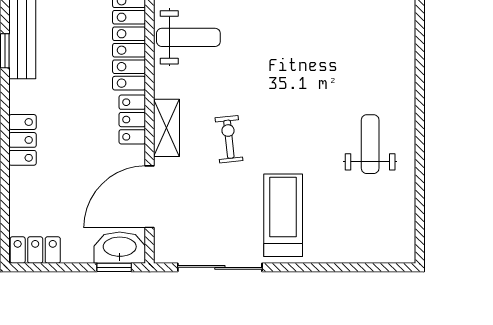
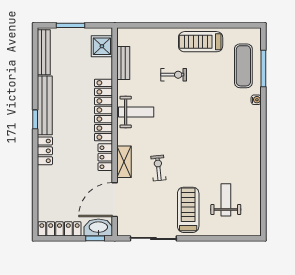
water cooler: (407, 15) -> (256, 100), added
locker: (22, 140) -> (45, 151), moved
weight bench: (370, 144) -> (226, 200), moved
locker: (35, 250) -> (59, 229), width x1.53

